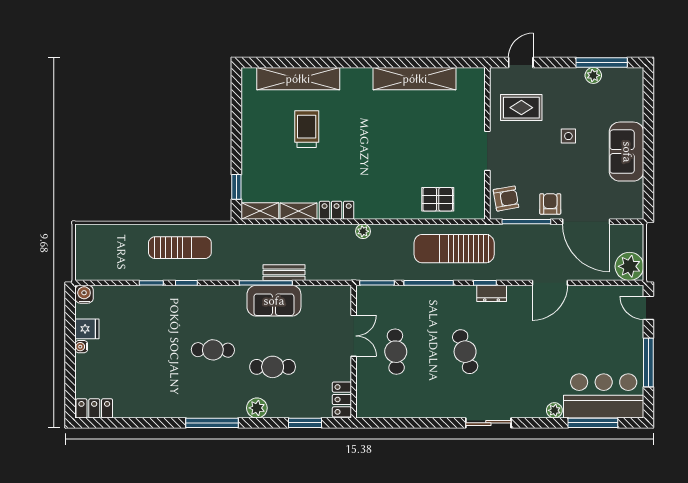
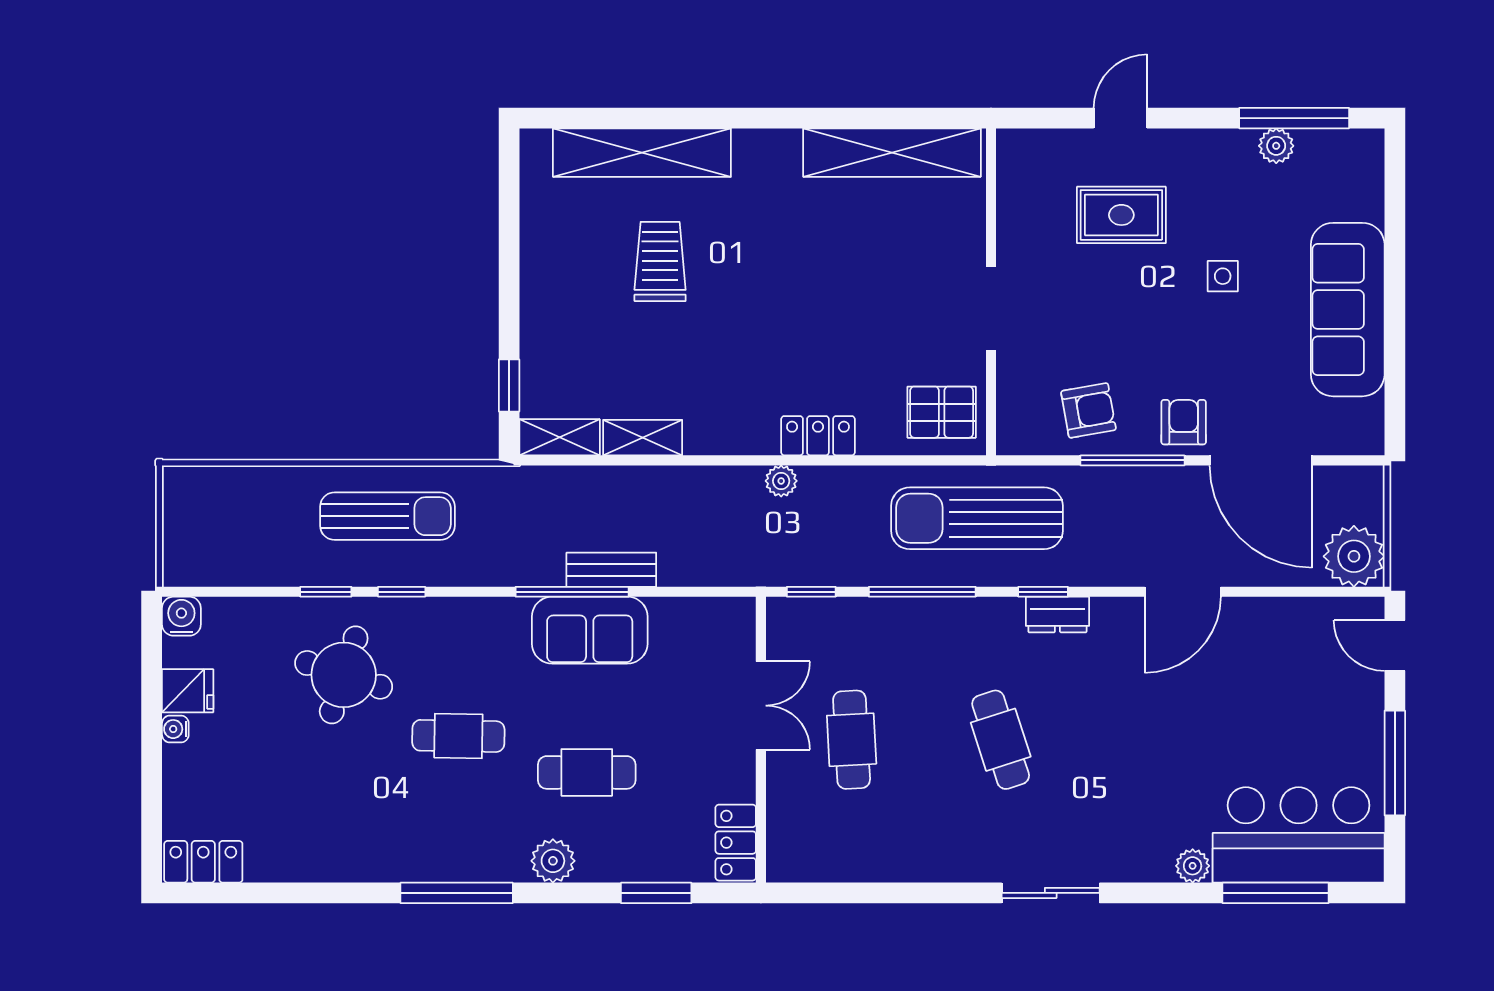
wall: (487, 143) -> (991, 292), moved
doorway: (487, 151) -> (991, 308), moved
sofa: (627, 152) -> (1348, 310), width x1.36
locker: (337, 210) -> (818, 436), moved
window: (377, 283) -> (811, 592), width x0.67
round table: (160, 321) -> (344, 675), added

